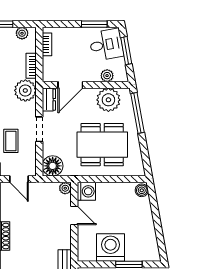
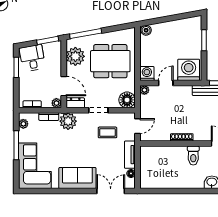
window: (126, 51) -> (48, 40), moved
plant: (107, 76) -> (56, 103), moved
dining table: (102, 145) -> (110, 61), turned 90
washing machine: (111, 248) -> (189, 70), moved, turned 90

